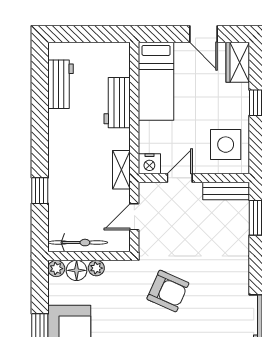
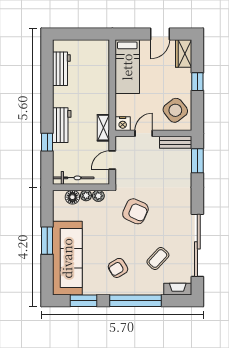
door: (203, 34) -> (160, 34), hinge flipped
workbench: (117, 103) -> (62, 125), moved, turned 180
side table: (226, 145) -> (175, 110), turned -38
plant: (56, 269) -> (98, 196), moved

